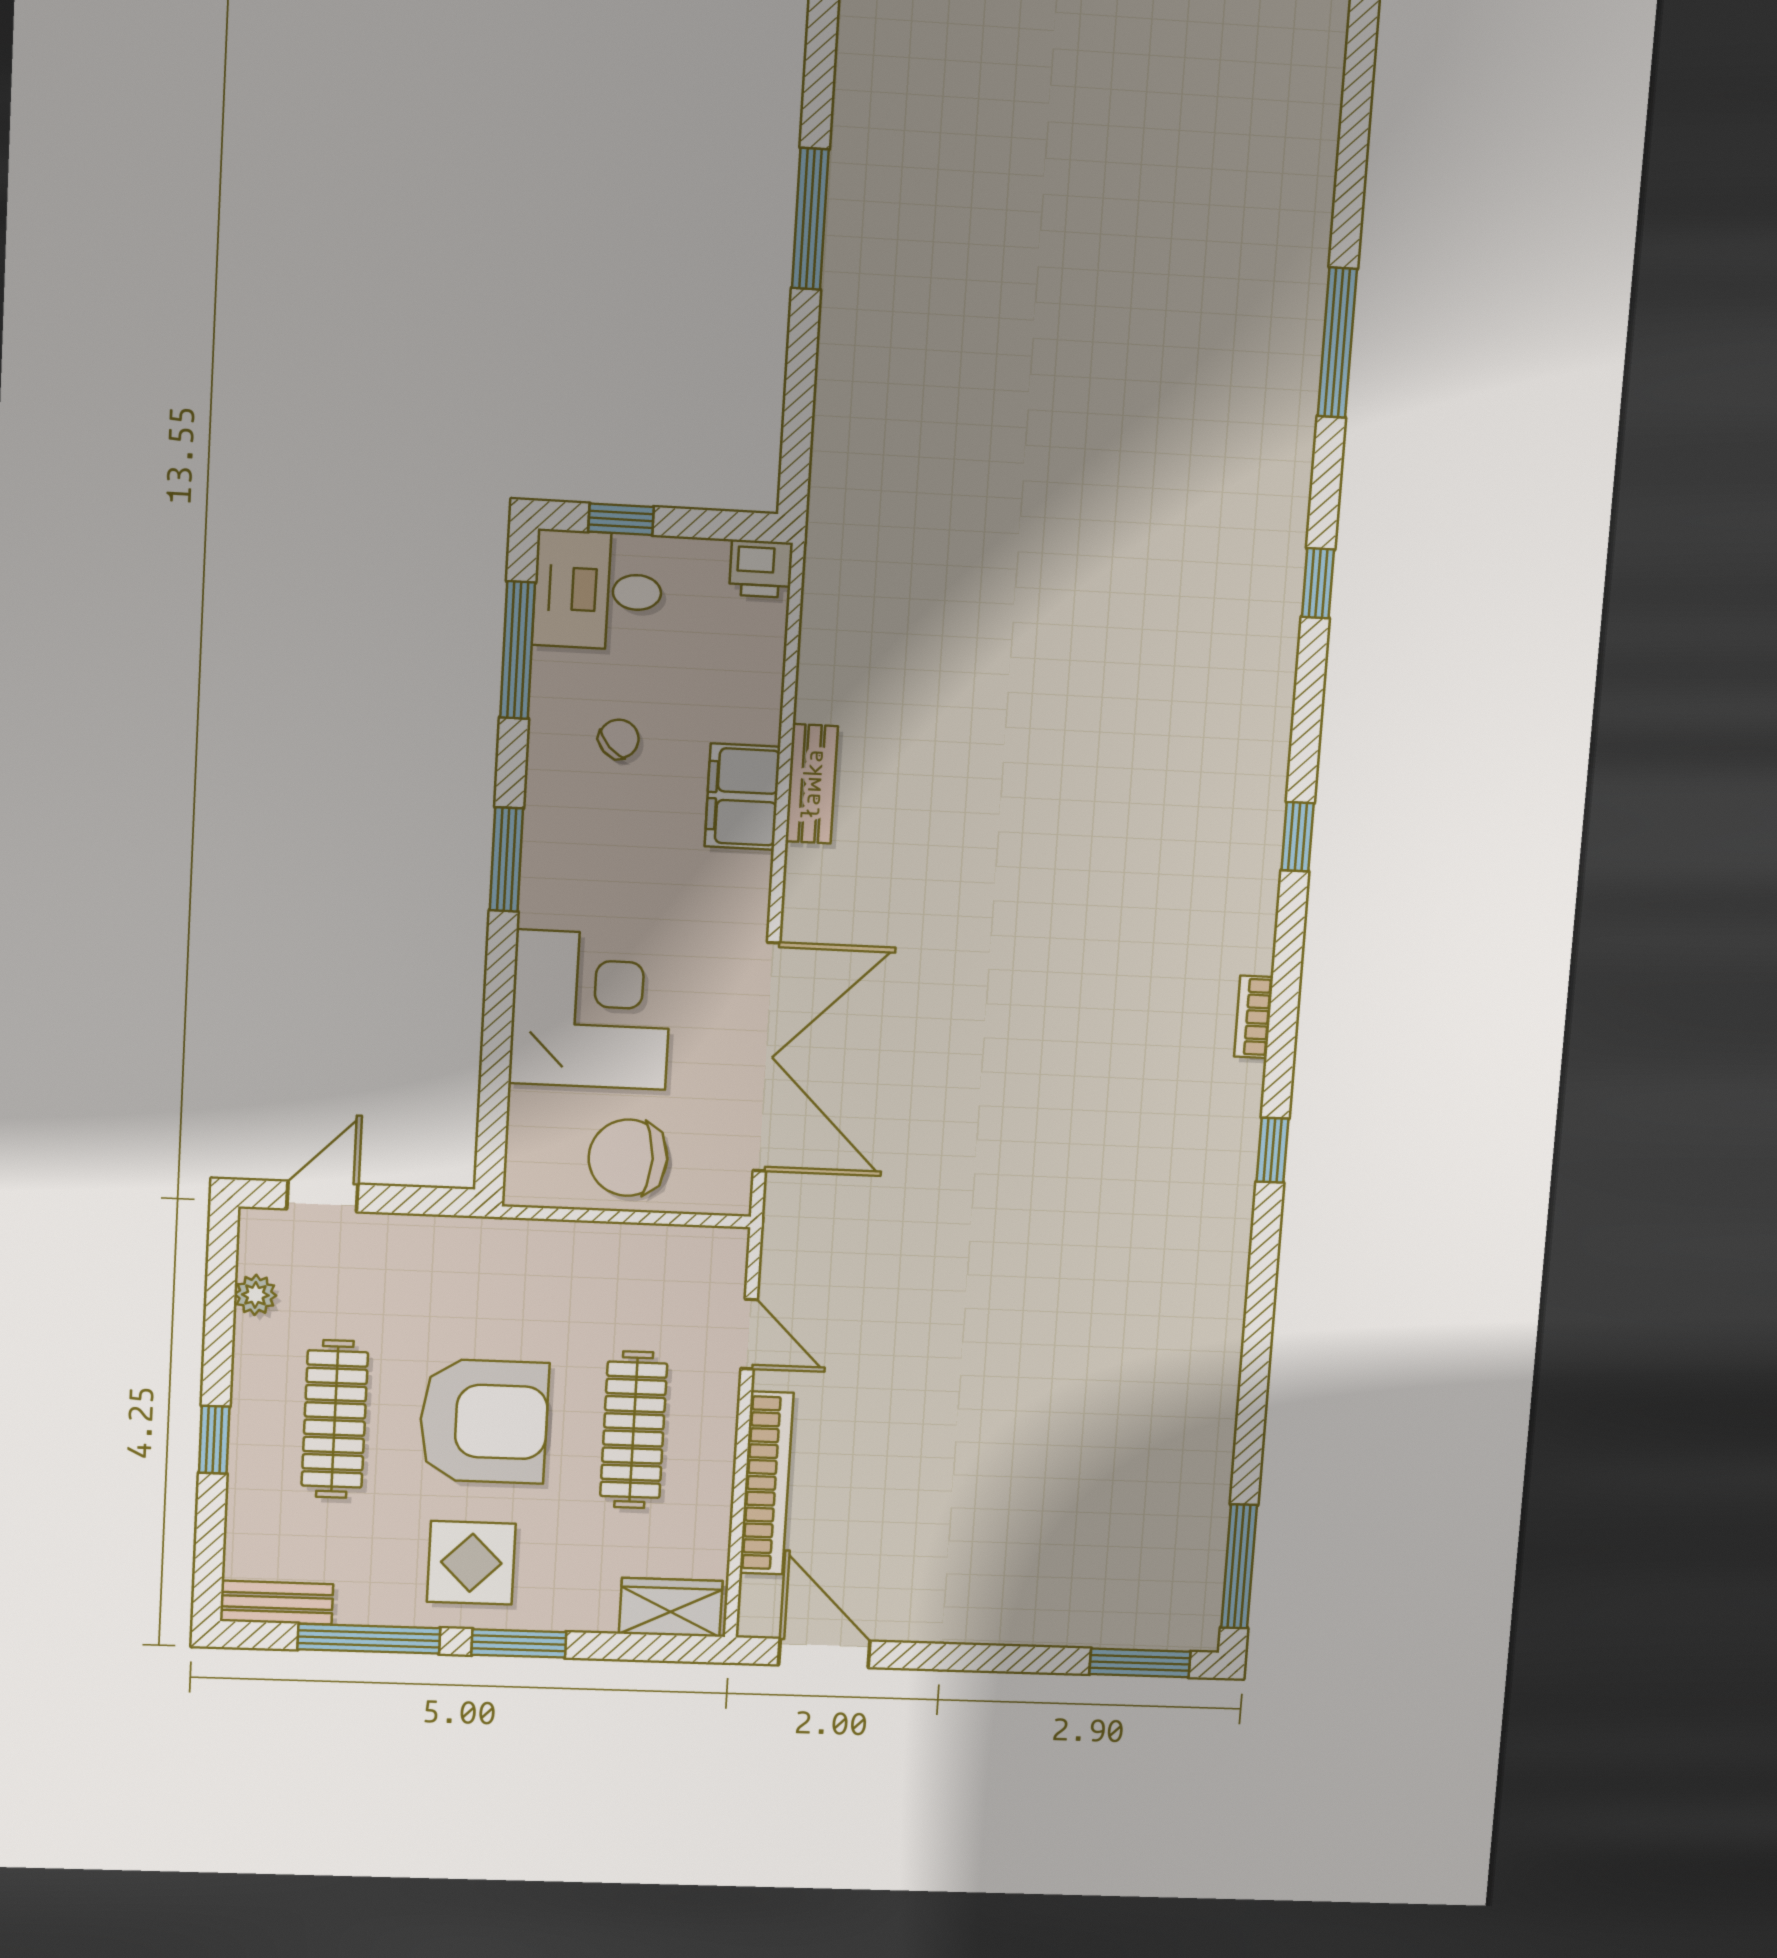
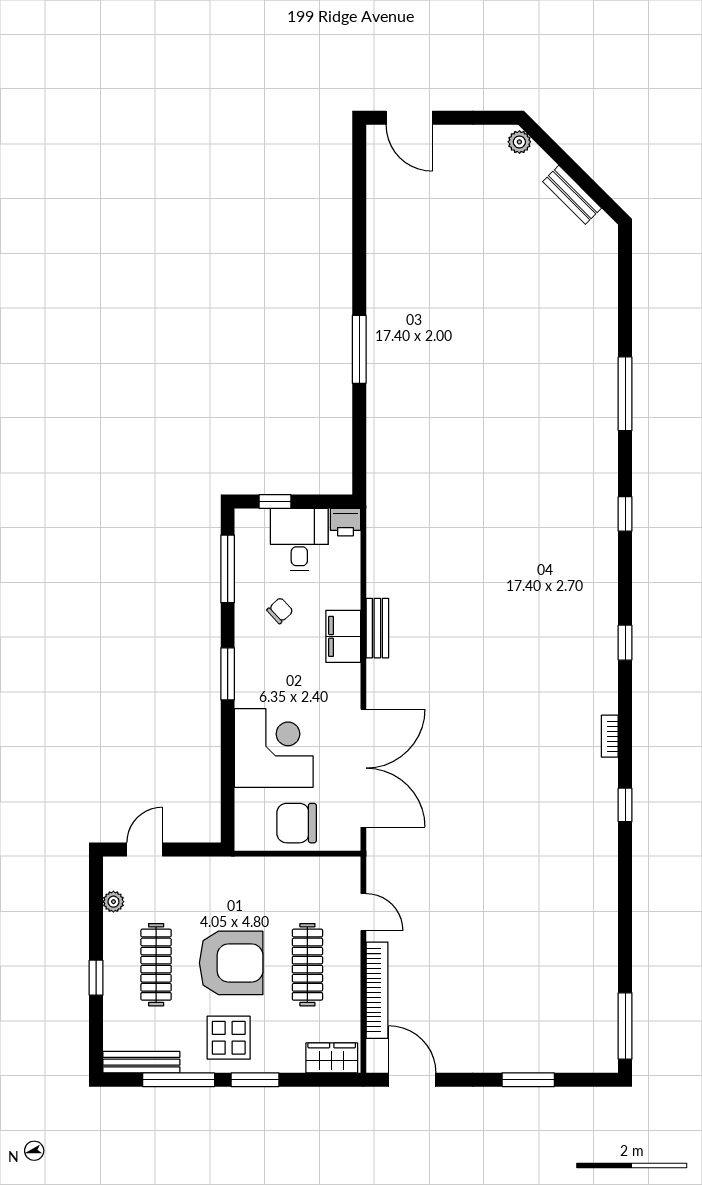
desk: (598, 590) -> (299, 539), moved, turned 90
bench: (277, 1603) -> (141, 1062), width x1.36
window: (1140, 1663) -> (528, 1080), moved

